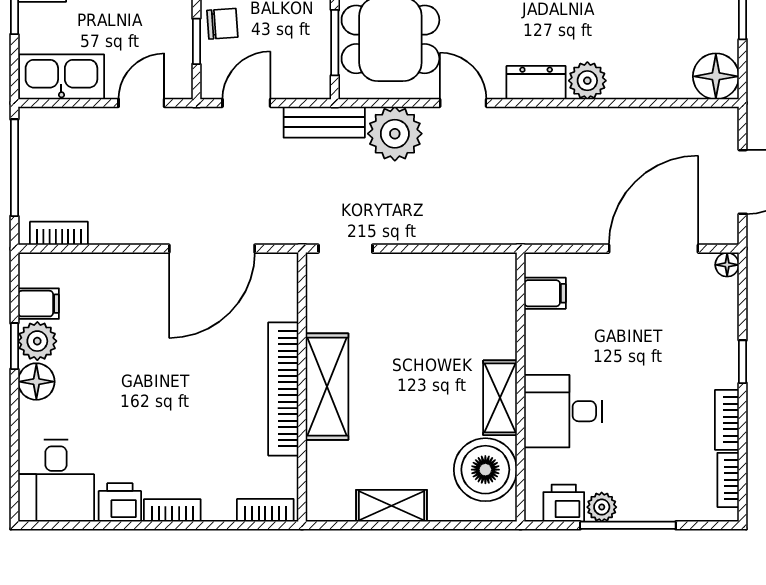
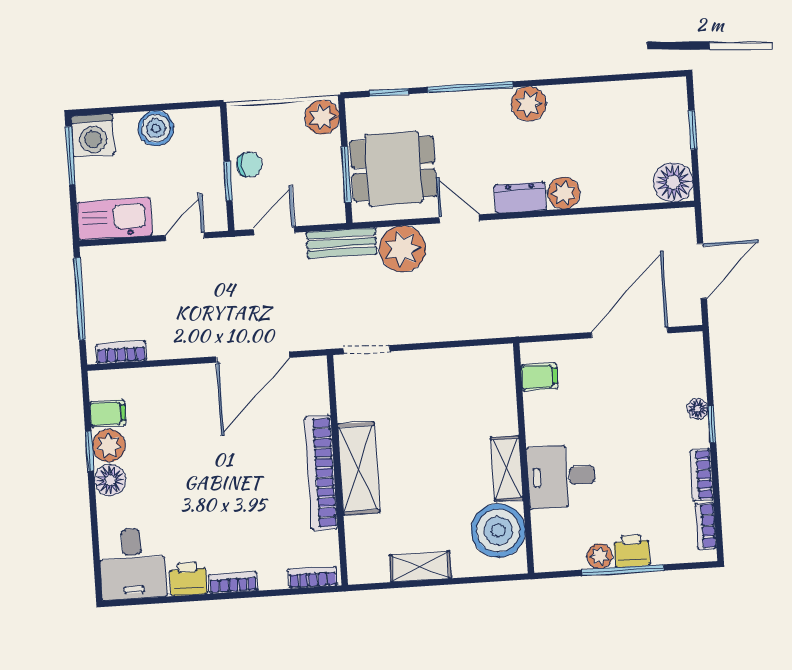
floor lamp: (727, 265) -> (698, 409), moved
printer: (564, 503) -> (632, 551), moved

